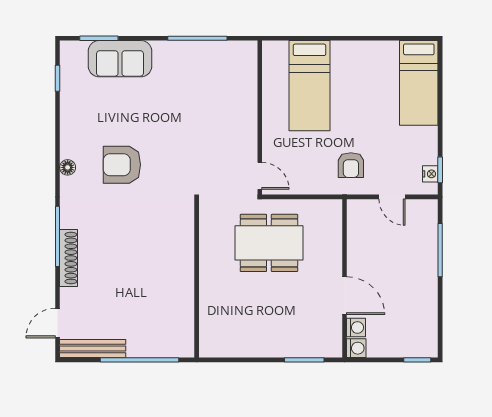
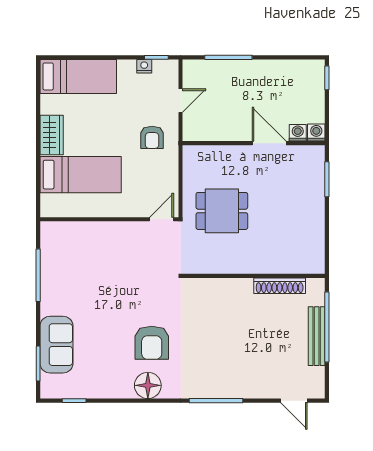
wardrobe: (354, 53) -> (52, 135), added
armchair: (351, 165) -> (152, 137), turned 90
floor lamp: (68, 167) -> (148, 385), width x1.89, depth x1.89
nightstand: (430, 174) -> (144, 66), moved
dining table: (269, 243) -> (222, 211), width x0.73
shoe rack: (69, 258) -> (280, 286), moved, turned 180
door: (344, 296) -> (269, 143), hinge flipped
bench: (93, 349) -> (317, 336), moved

